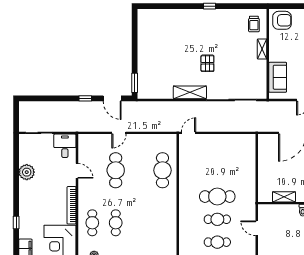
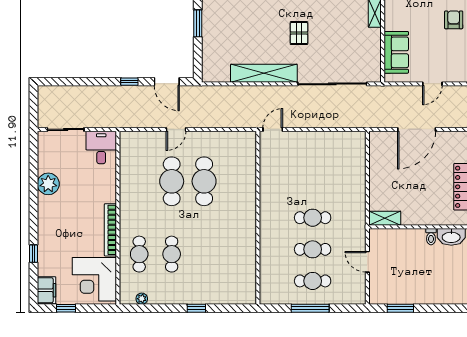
window: (135, 83) -> (198, 23), moved
shelving: (190, 92) -> (264, 73), width x1.47
cafe table: (162, 170) -> (204, 181), moved
door: (77, 171) -> (118, 182), removed
cafe table: (217, 197) -> (313, 218), width x0.73, depth x0.74
shelving: (284, 197) -> (385, 218), moved

